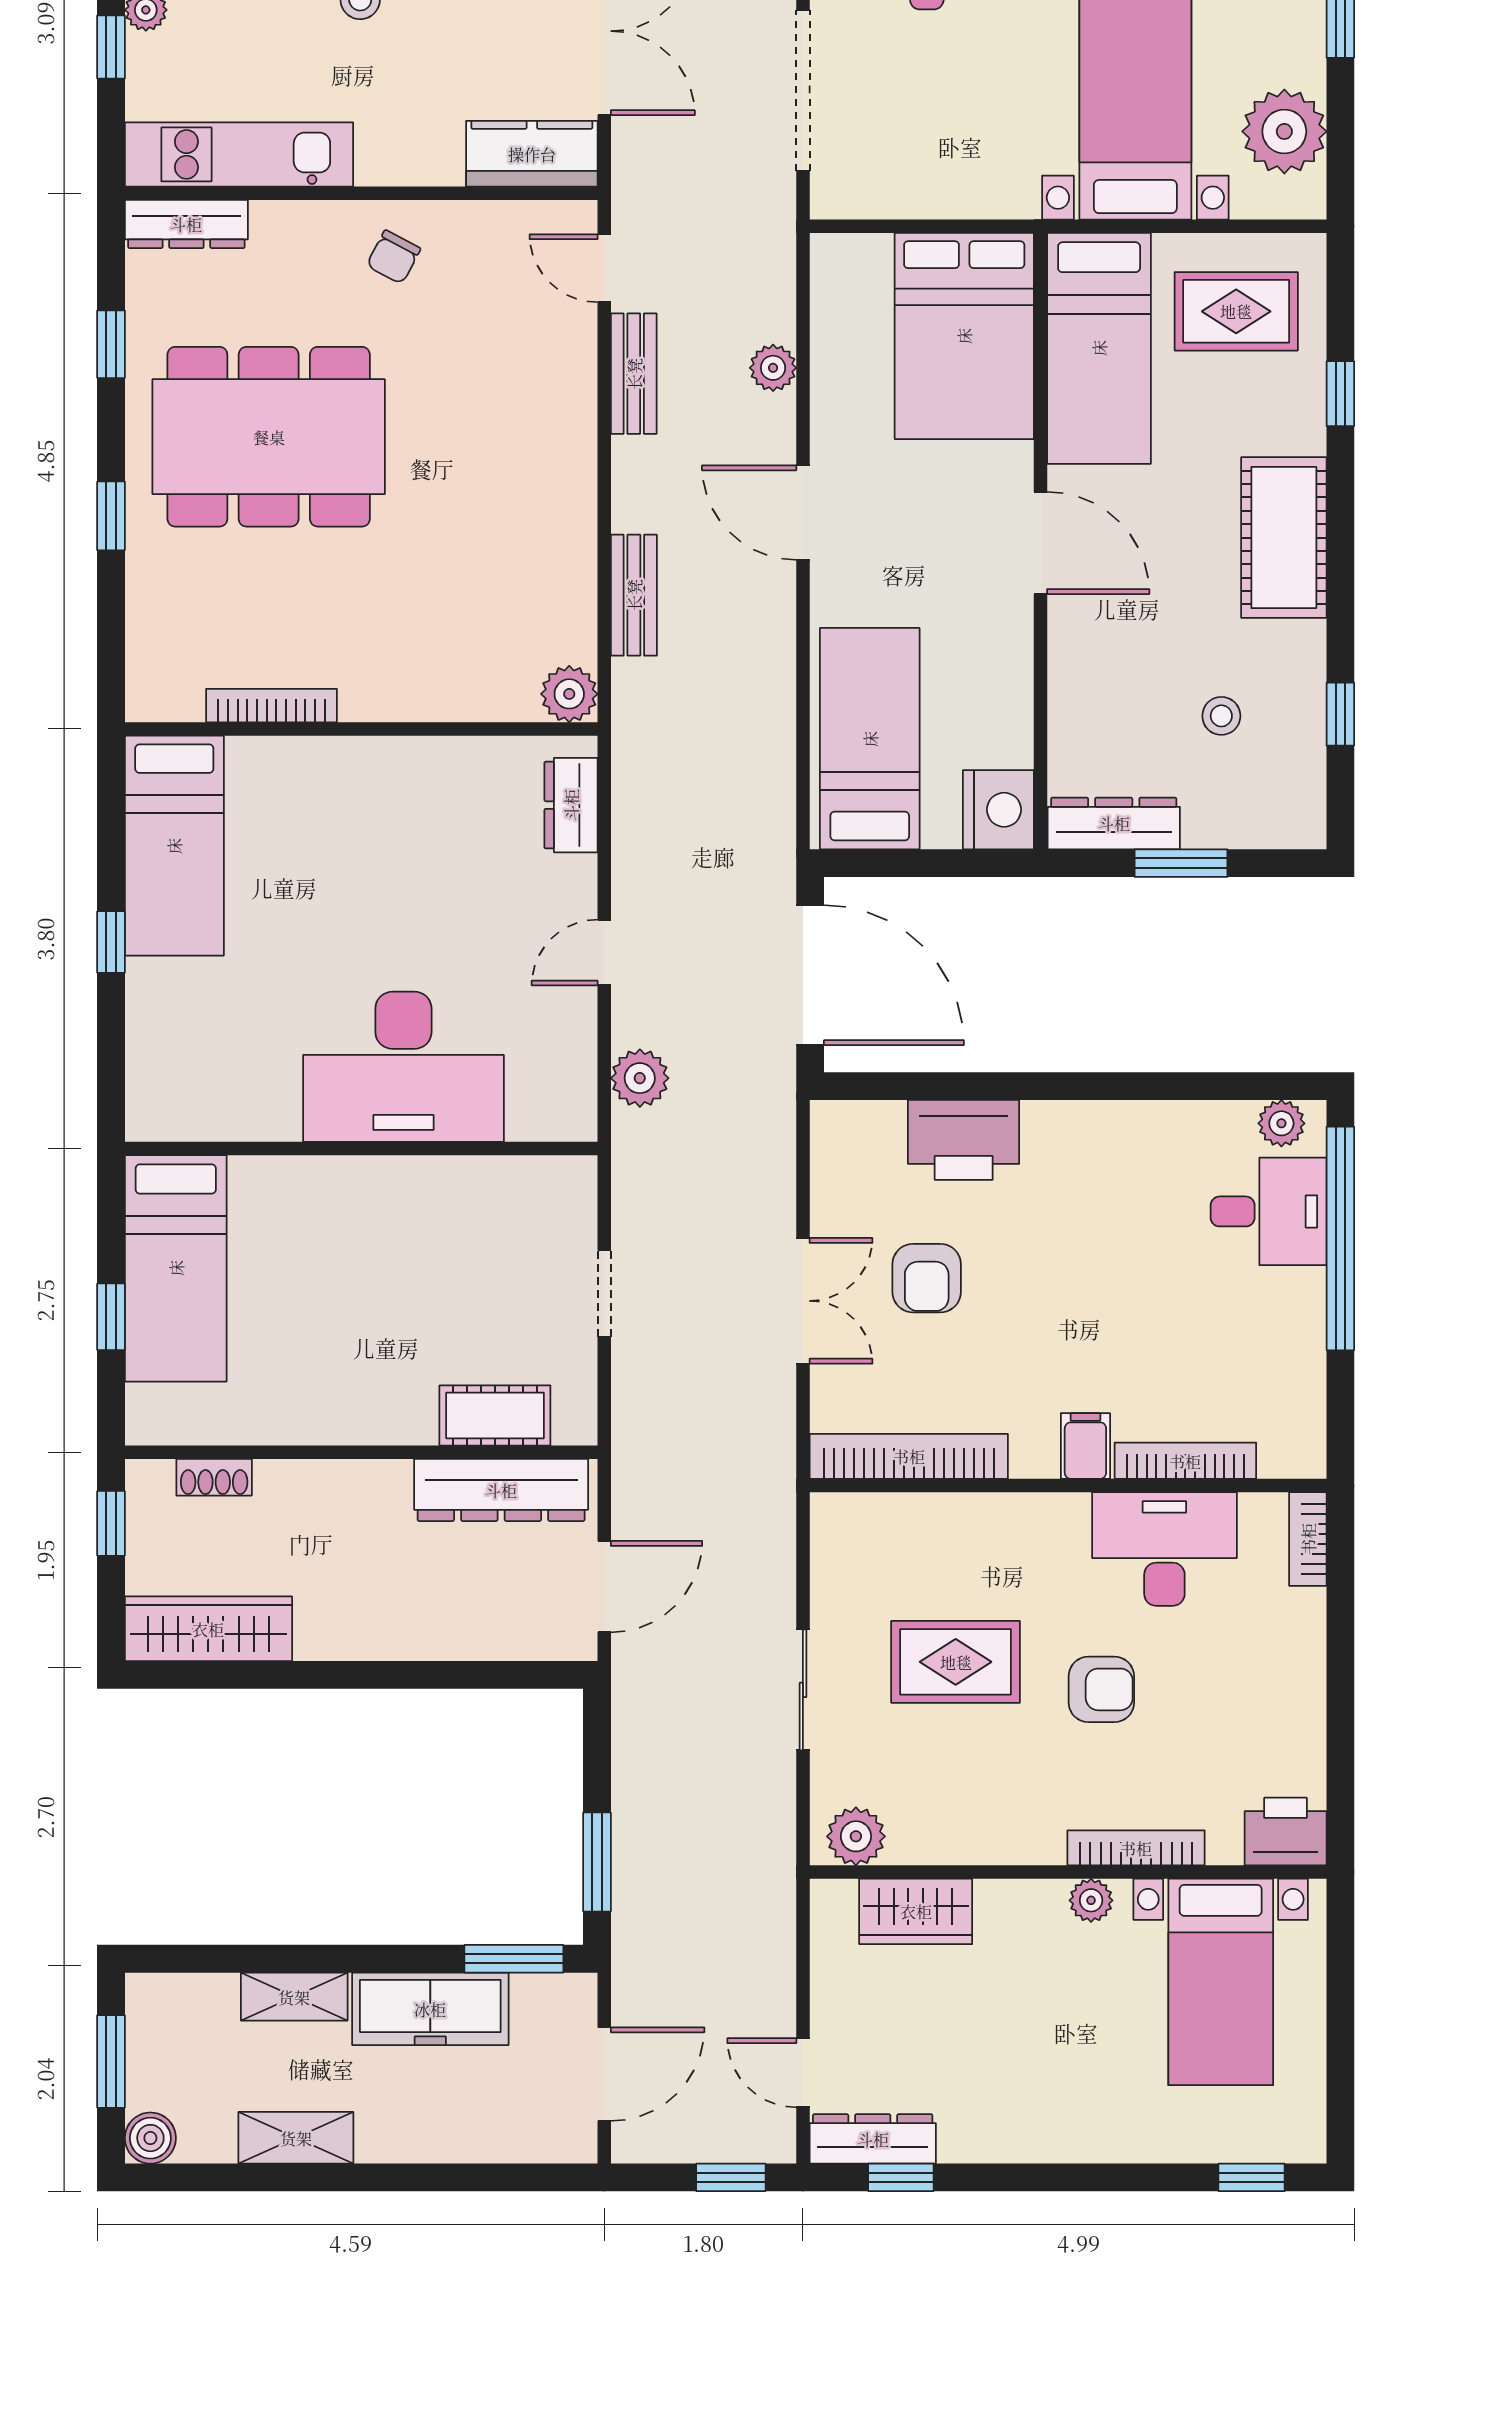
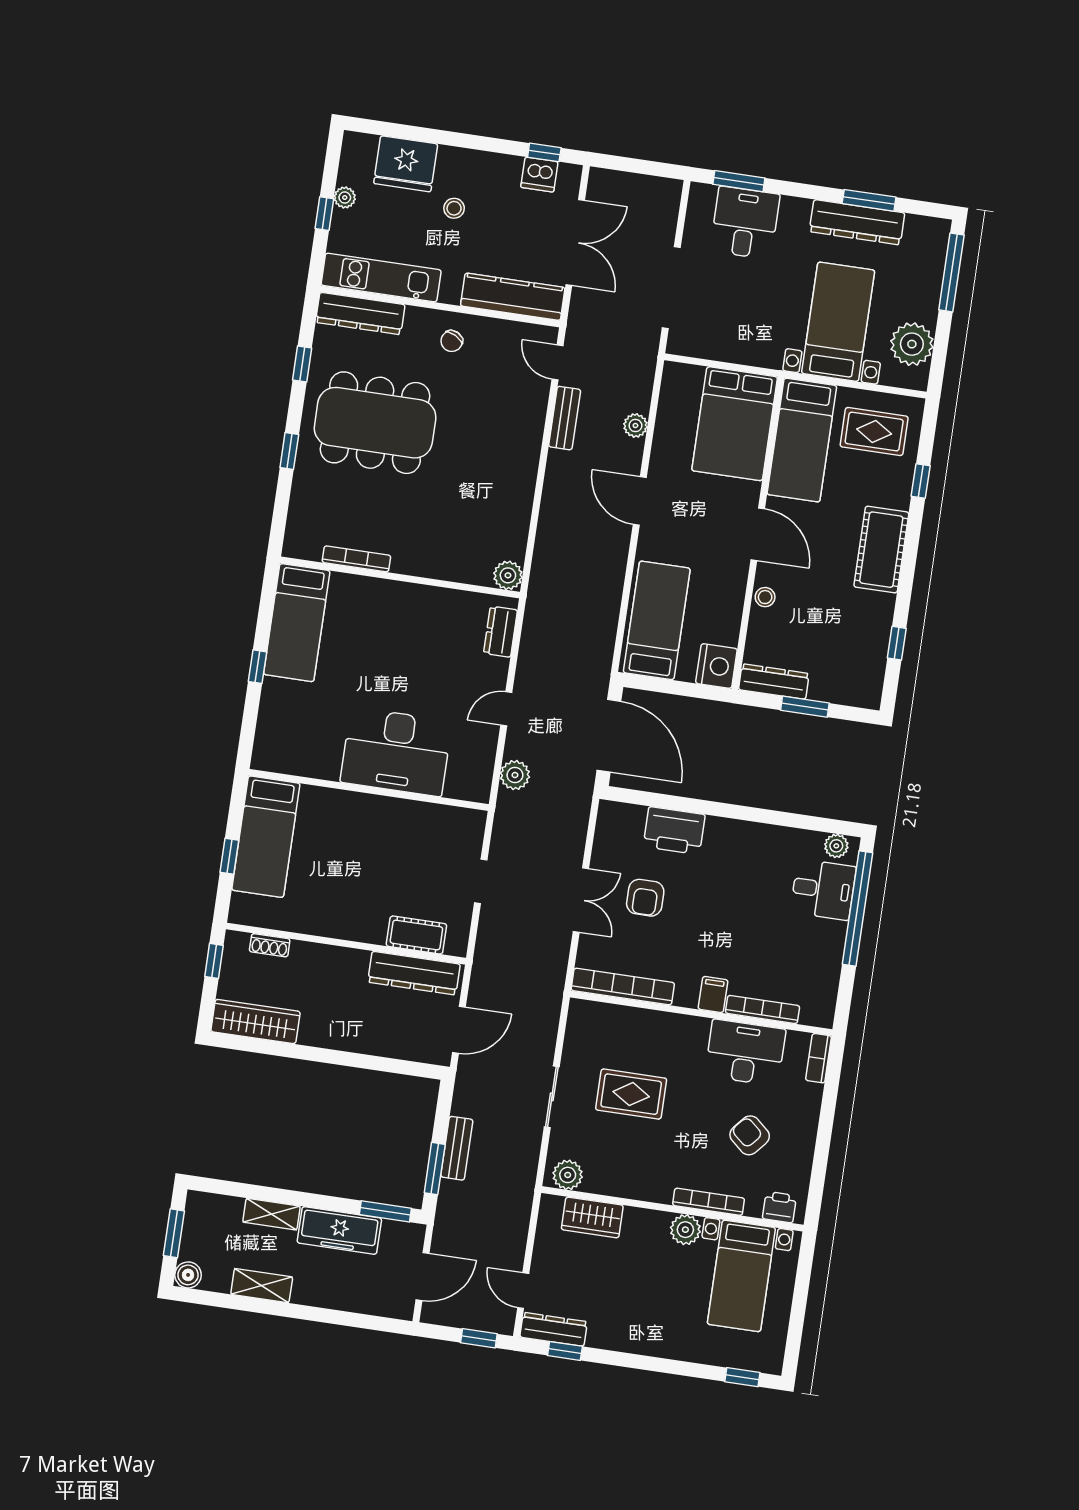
kitchen counter: (532, 154) -> (513, 297), width x1.50
dresser: (186, 224) -> (360, 314), width x1.37, depth x1.24
bench: (634, 595) -> (457, 1148), moved
stool: (1221, 716) -> (765, 597), moved
armchair: (1101, 1689) -> (750, 1135), moved, turned -139
printer: (1286, 1832) -> (779, 1207), width x0.73, depth x0.81
plant: (1091, 1900) -> (685, 1230), width x1.38, depth x1.38

